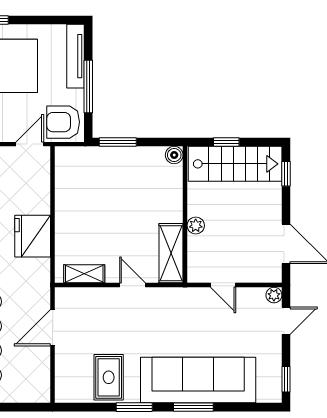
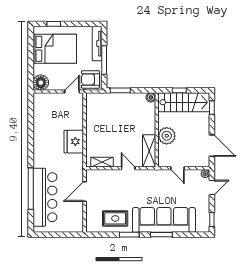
plant: (196, 226) -> (167, 136), width x1.87, depth x1.87
rug: (109, 377) -> (115, 218), turned 90

